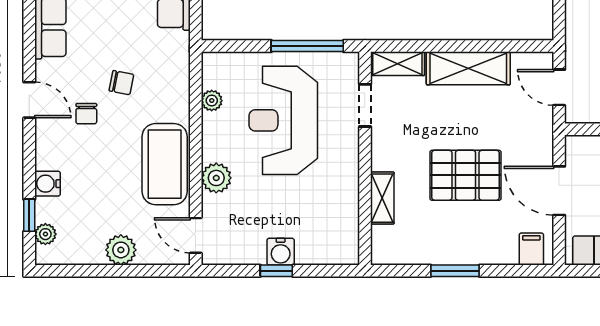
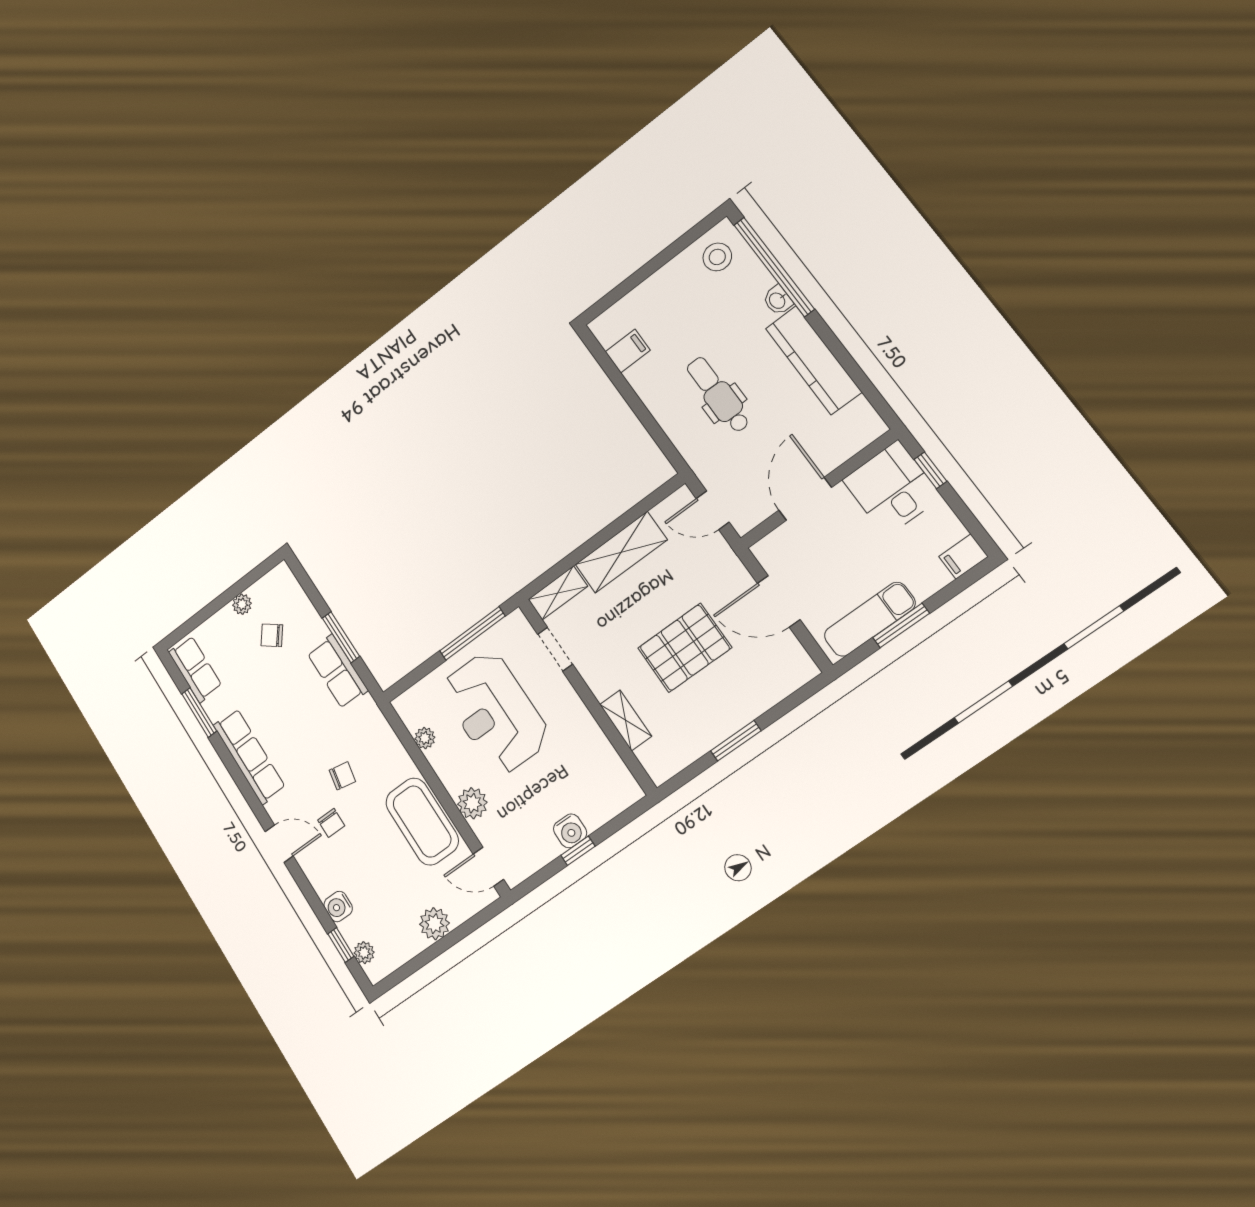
filing cabinet: (531, 249) -> (791, 672), removed

